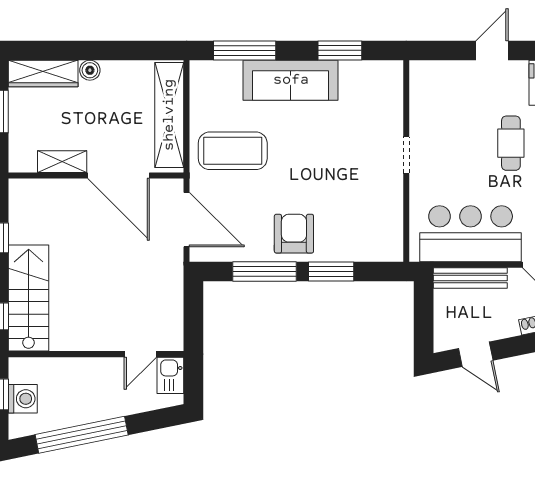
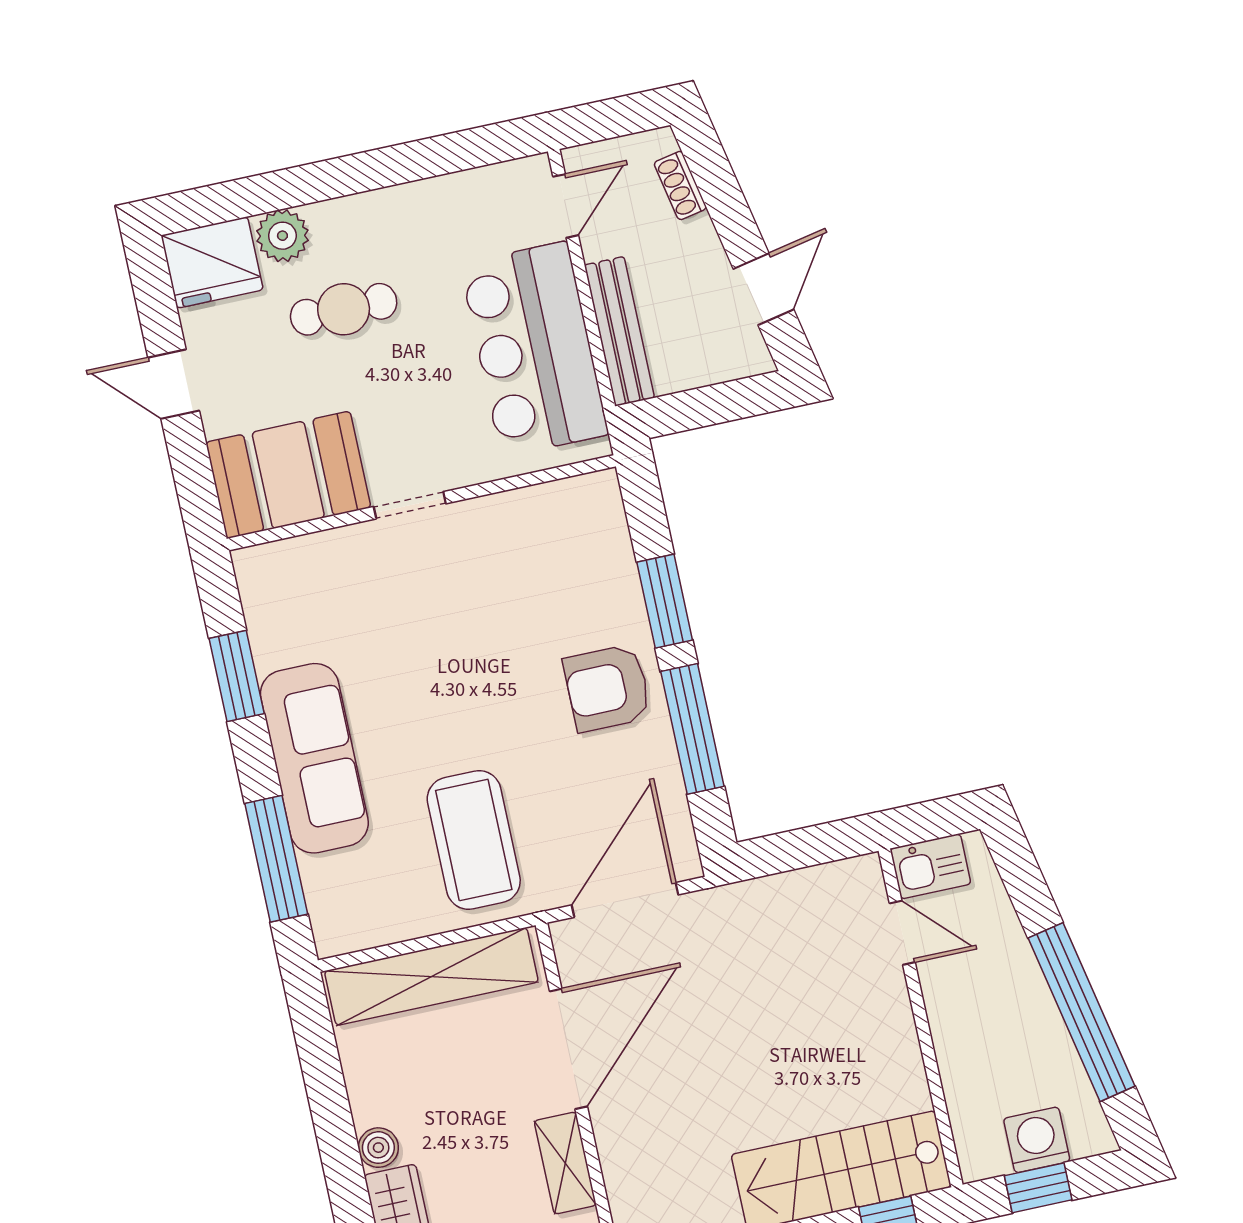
booth: (434, 98) -> (288, 475), added

